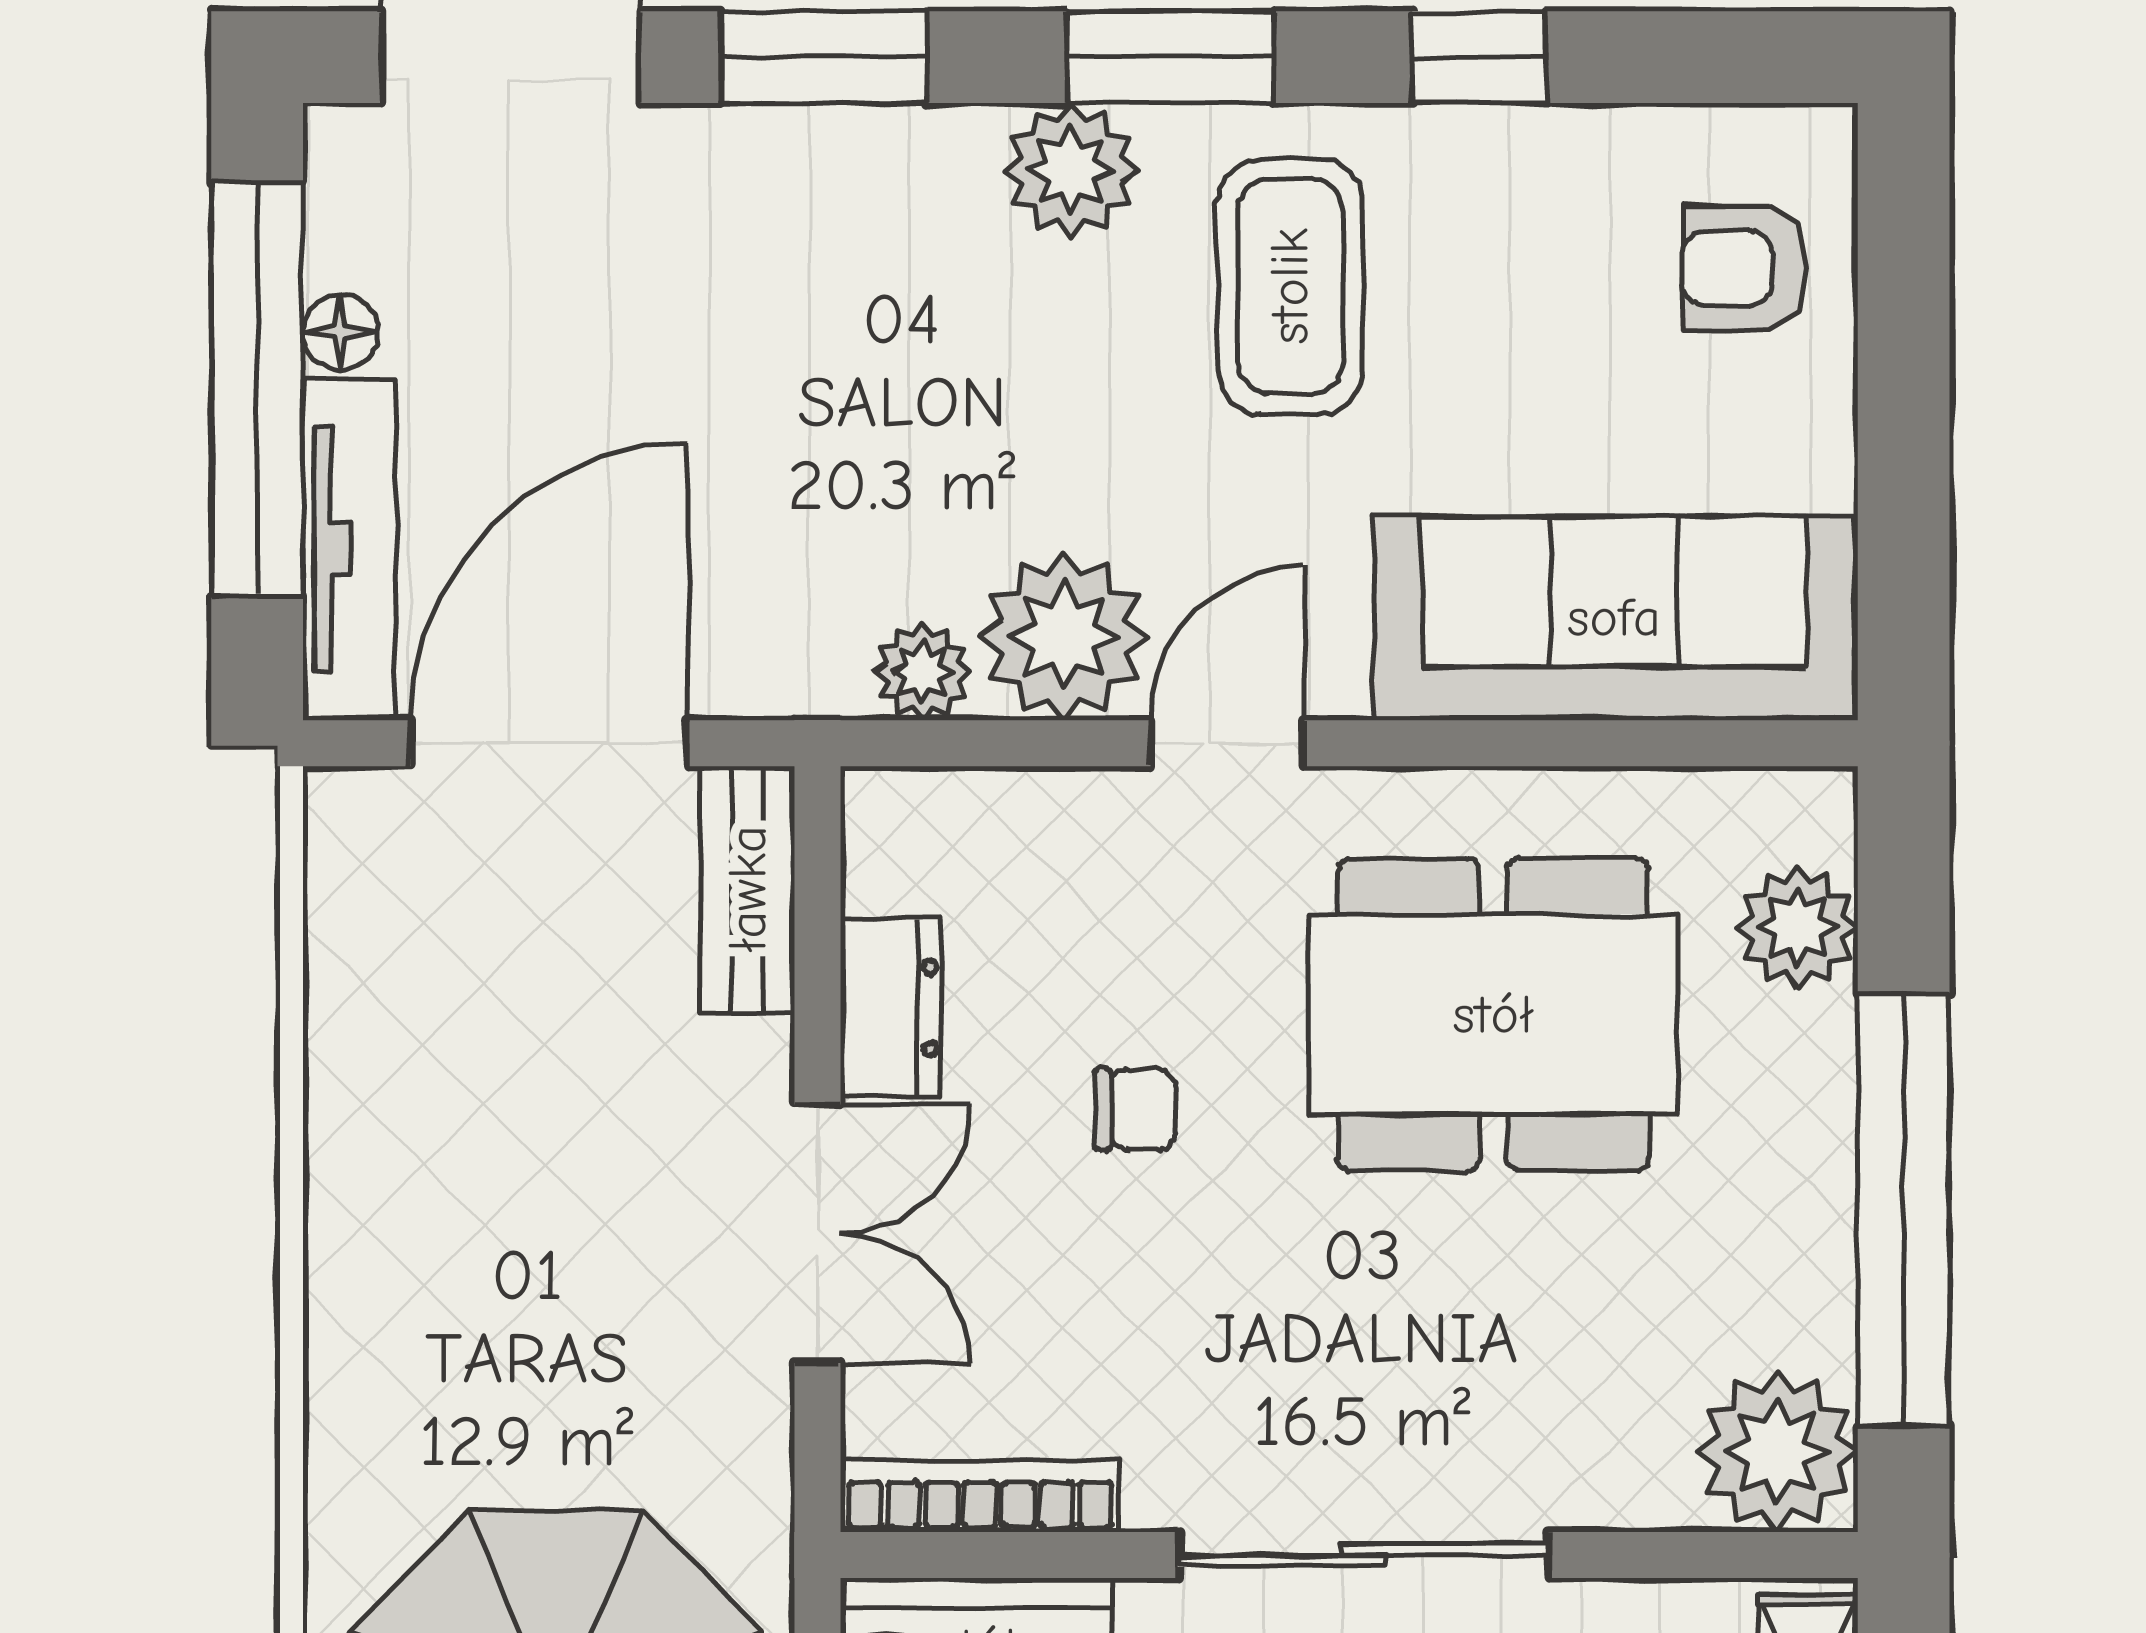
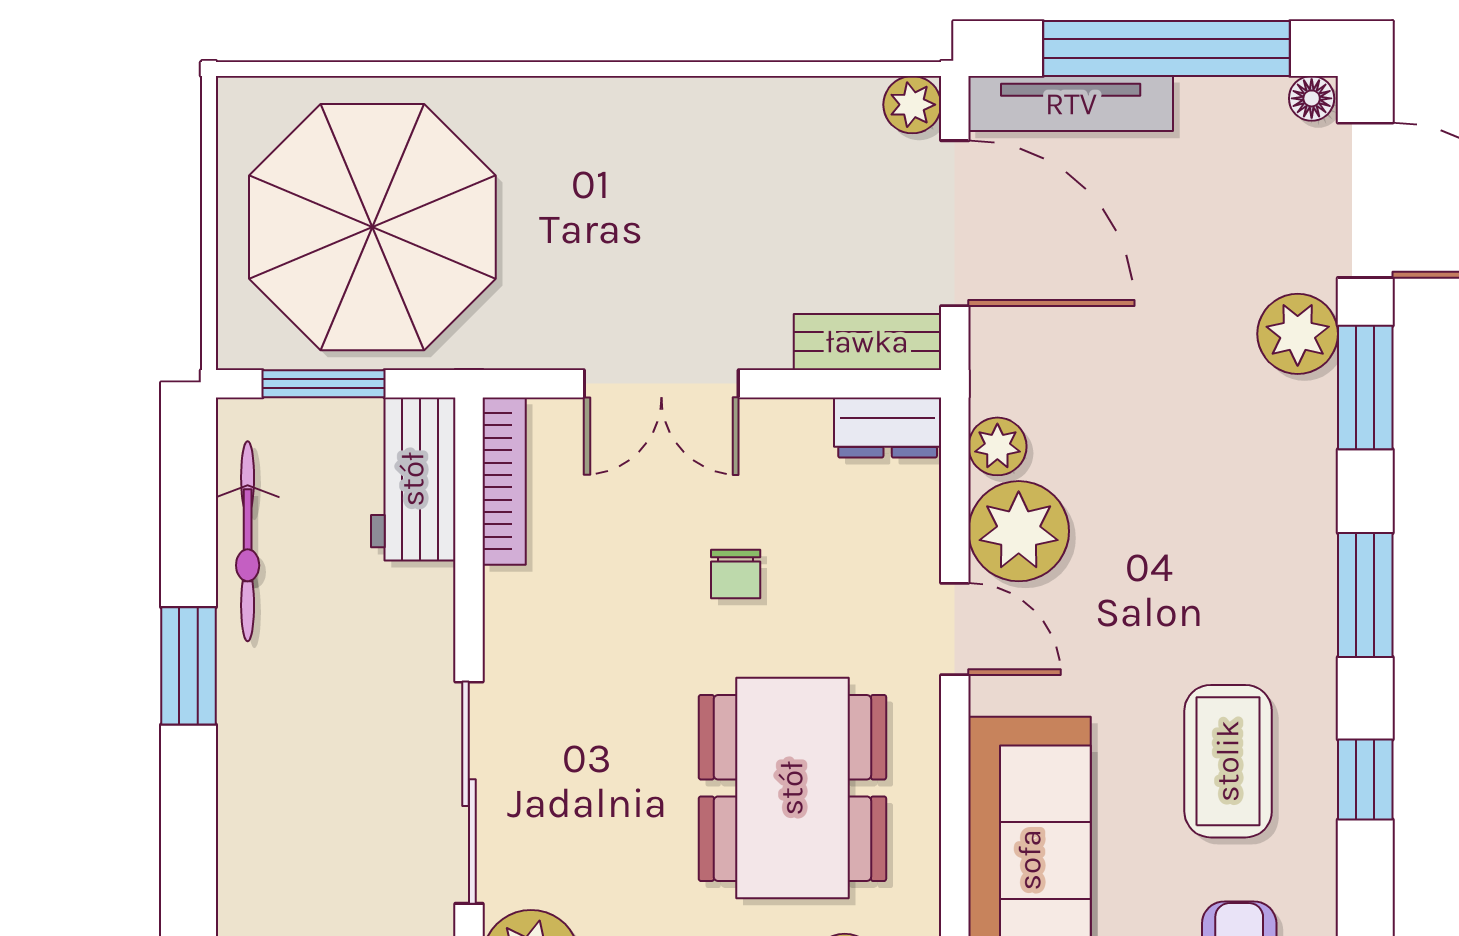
plant: (1071, 170) -> (1298, 334), moved
coffee table: (1290, 286) -> (1228, 761), moved, turned 90
floor lamp: (341, 332) -> (1312, 98), moved
plant: (351, 814) -> (912, 105), added
dresser: (891, 1008) -> (888, 428), moved
sliding door: (1363, 1555) -> (469, 793), moved

